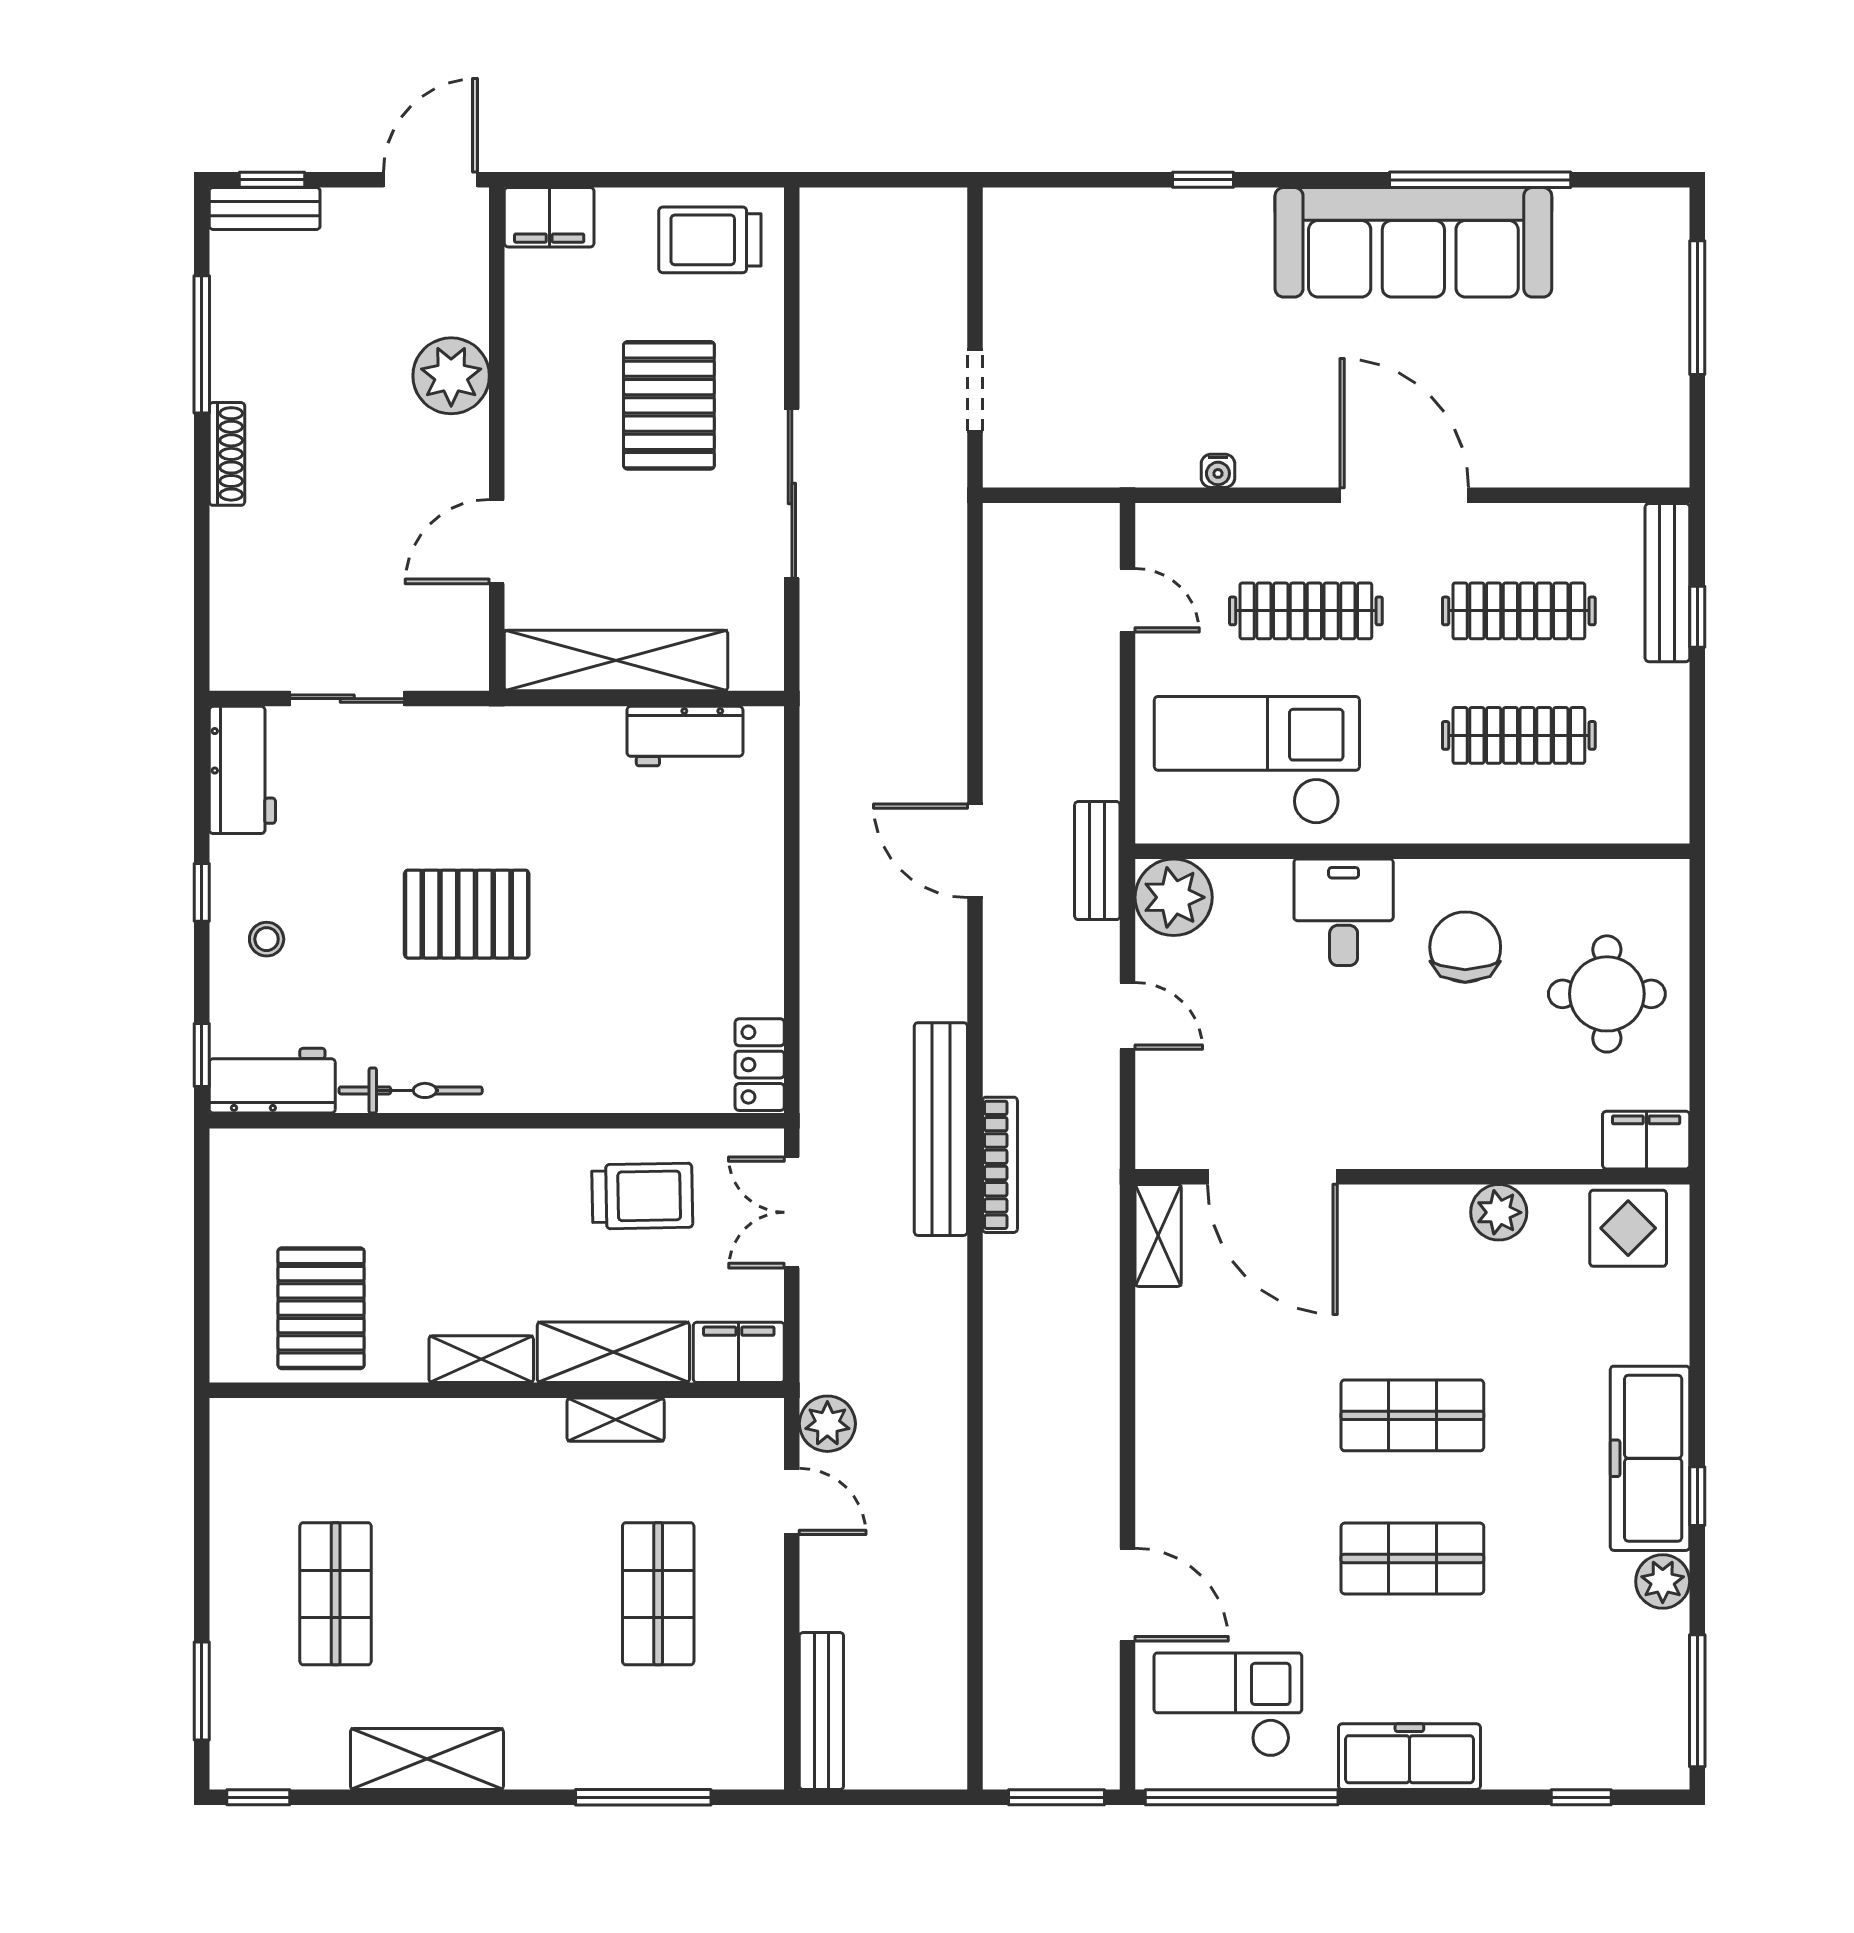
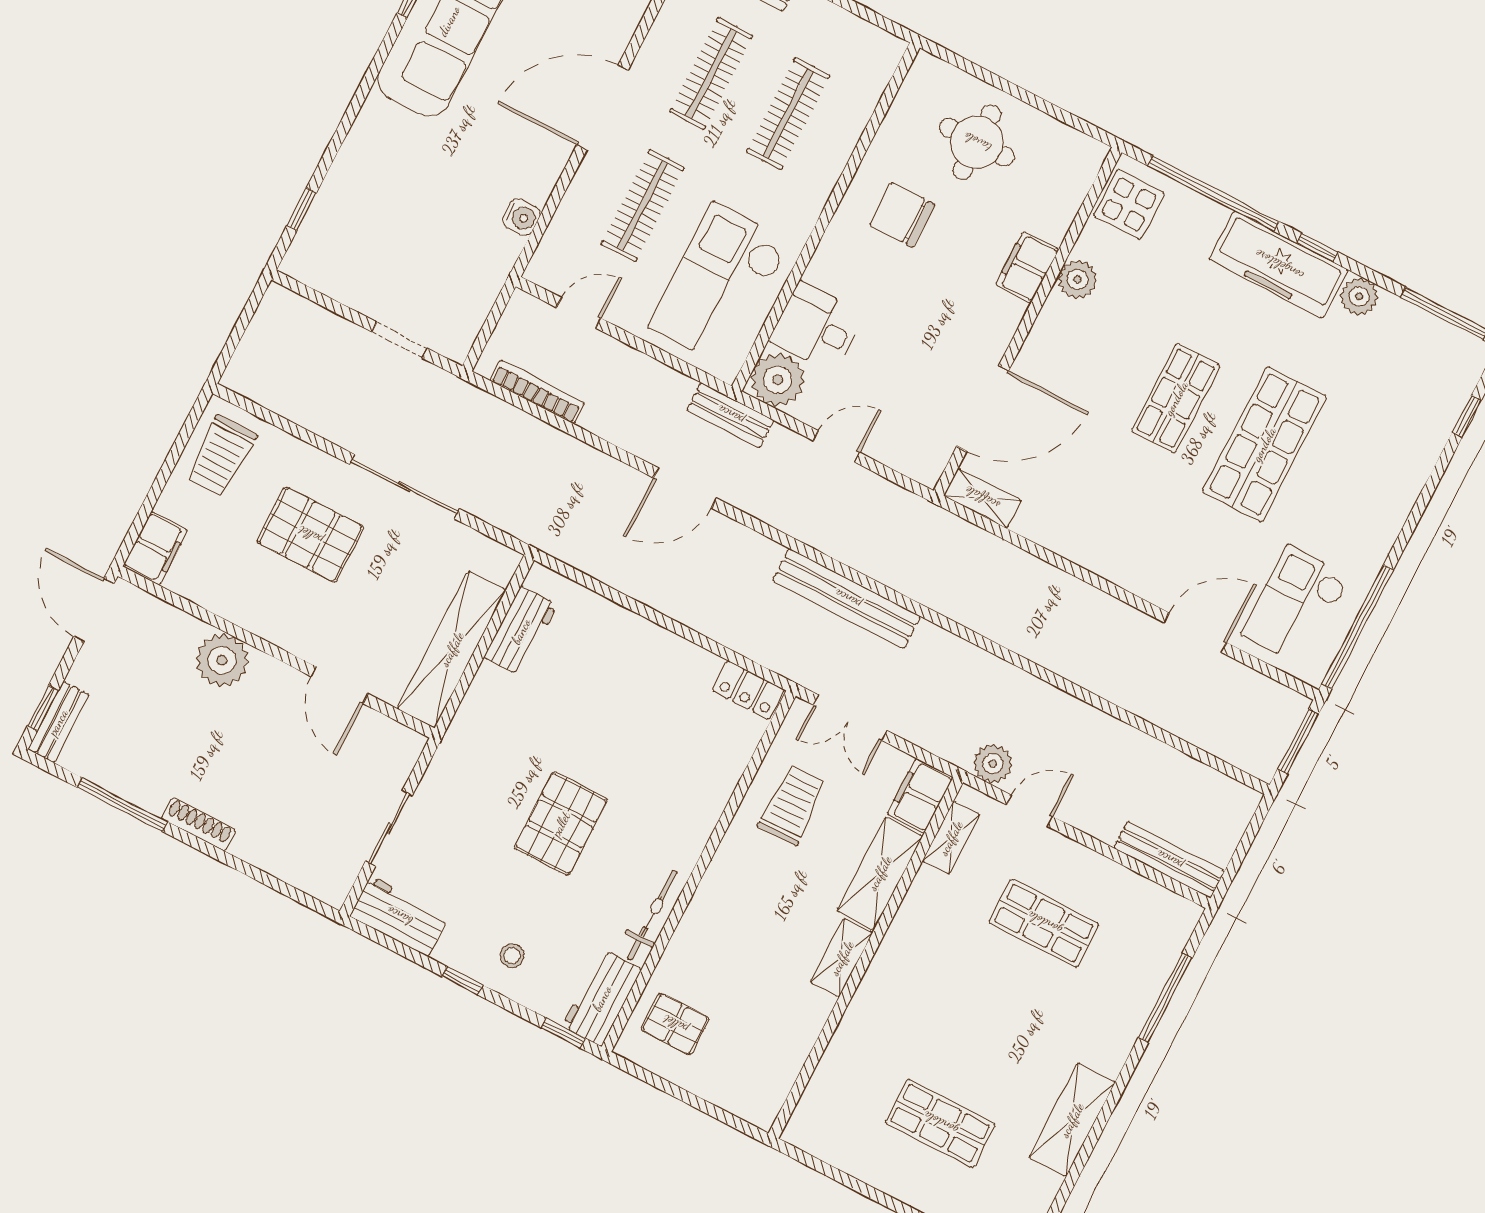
window: (1203, 180) -> (302, 209), moved
water cooler: (1218, 471) -> (521, 217), width x1.38, depth x1.38
desk: (1344, 912) -> (817, 327), moved
filing cabinet: (1646, 1140) -> (1027, 267), moved
bookcase: (1000, 1165) -> (537, 392), moved
pallet: (321, 1308) -> (675, 1024), moved, width x0.67, depth x0.71
window: (1697, 1328) -> (1213, 194), added
shelving: (616, 1420) -> (951, 838), moved
shop shelf: (1412, 1559) -> (1264, 444), width x1.43, depth x1.36
freezer: (1409, 1757) -> (1386, 510), removed

